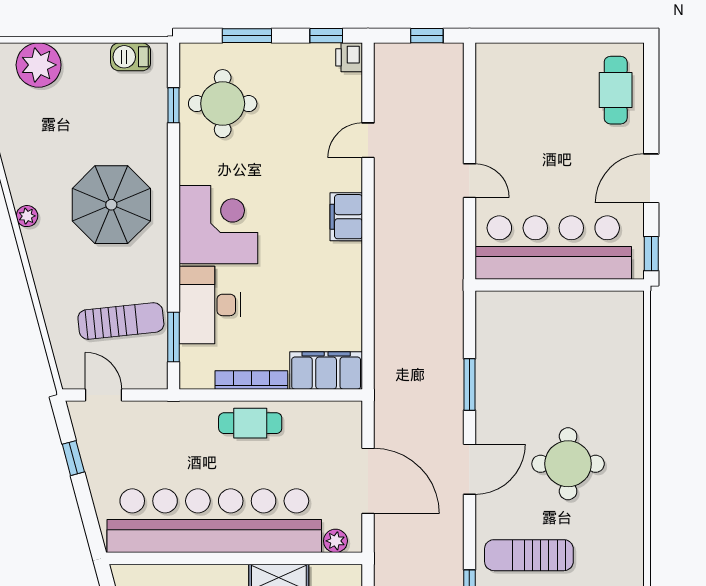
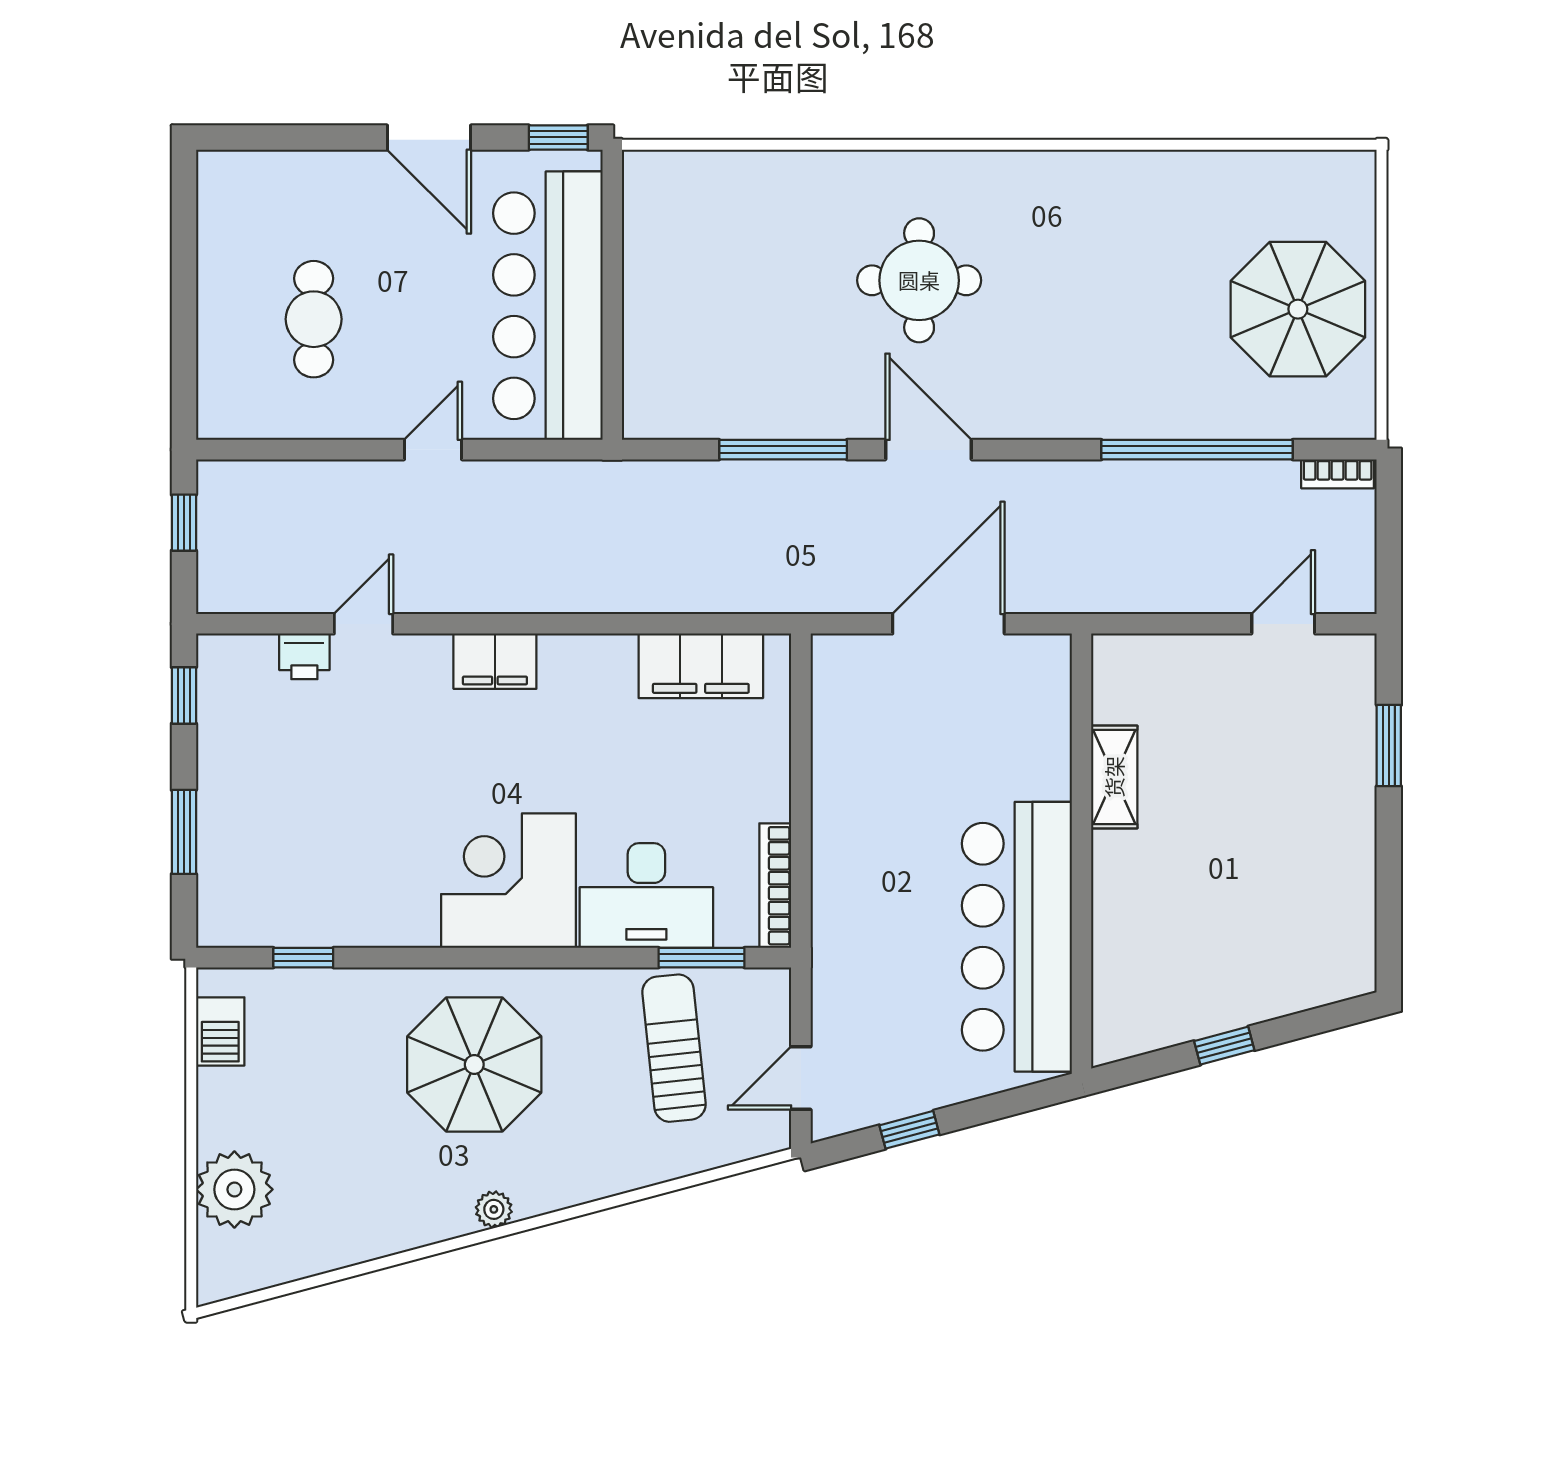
printer: (349, 57) -> (304, 656), moved
cafe table: (616, 90) -> (314, 319), moved, turned 90
round table: (223, 104) -> (301, 873), removed
door: (368, 140) -> (364, 624), swing flipped
filing cabinet: (326, 370) -> (701, 666), moved, turned -90
bookcase: (251, 380) -> (775, 886), moved
window: (469, 385) -> (783, 450), width x1.44
cafe table: (250, 423) -> (849, 826), removed
bar counter: (214, 521) -> (1017, 937), width x0.73
plant: (335, 541) -> (1052, 680), removed
sun lounger: (529, 555) -> (1076, 348), removed

